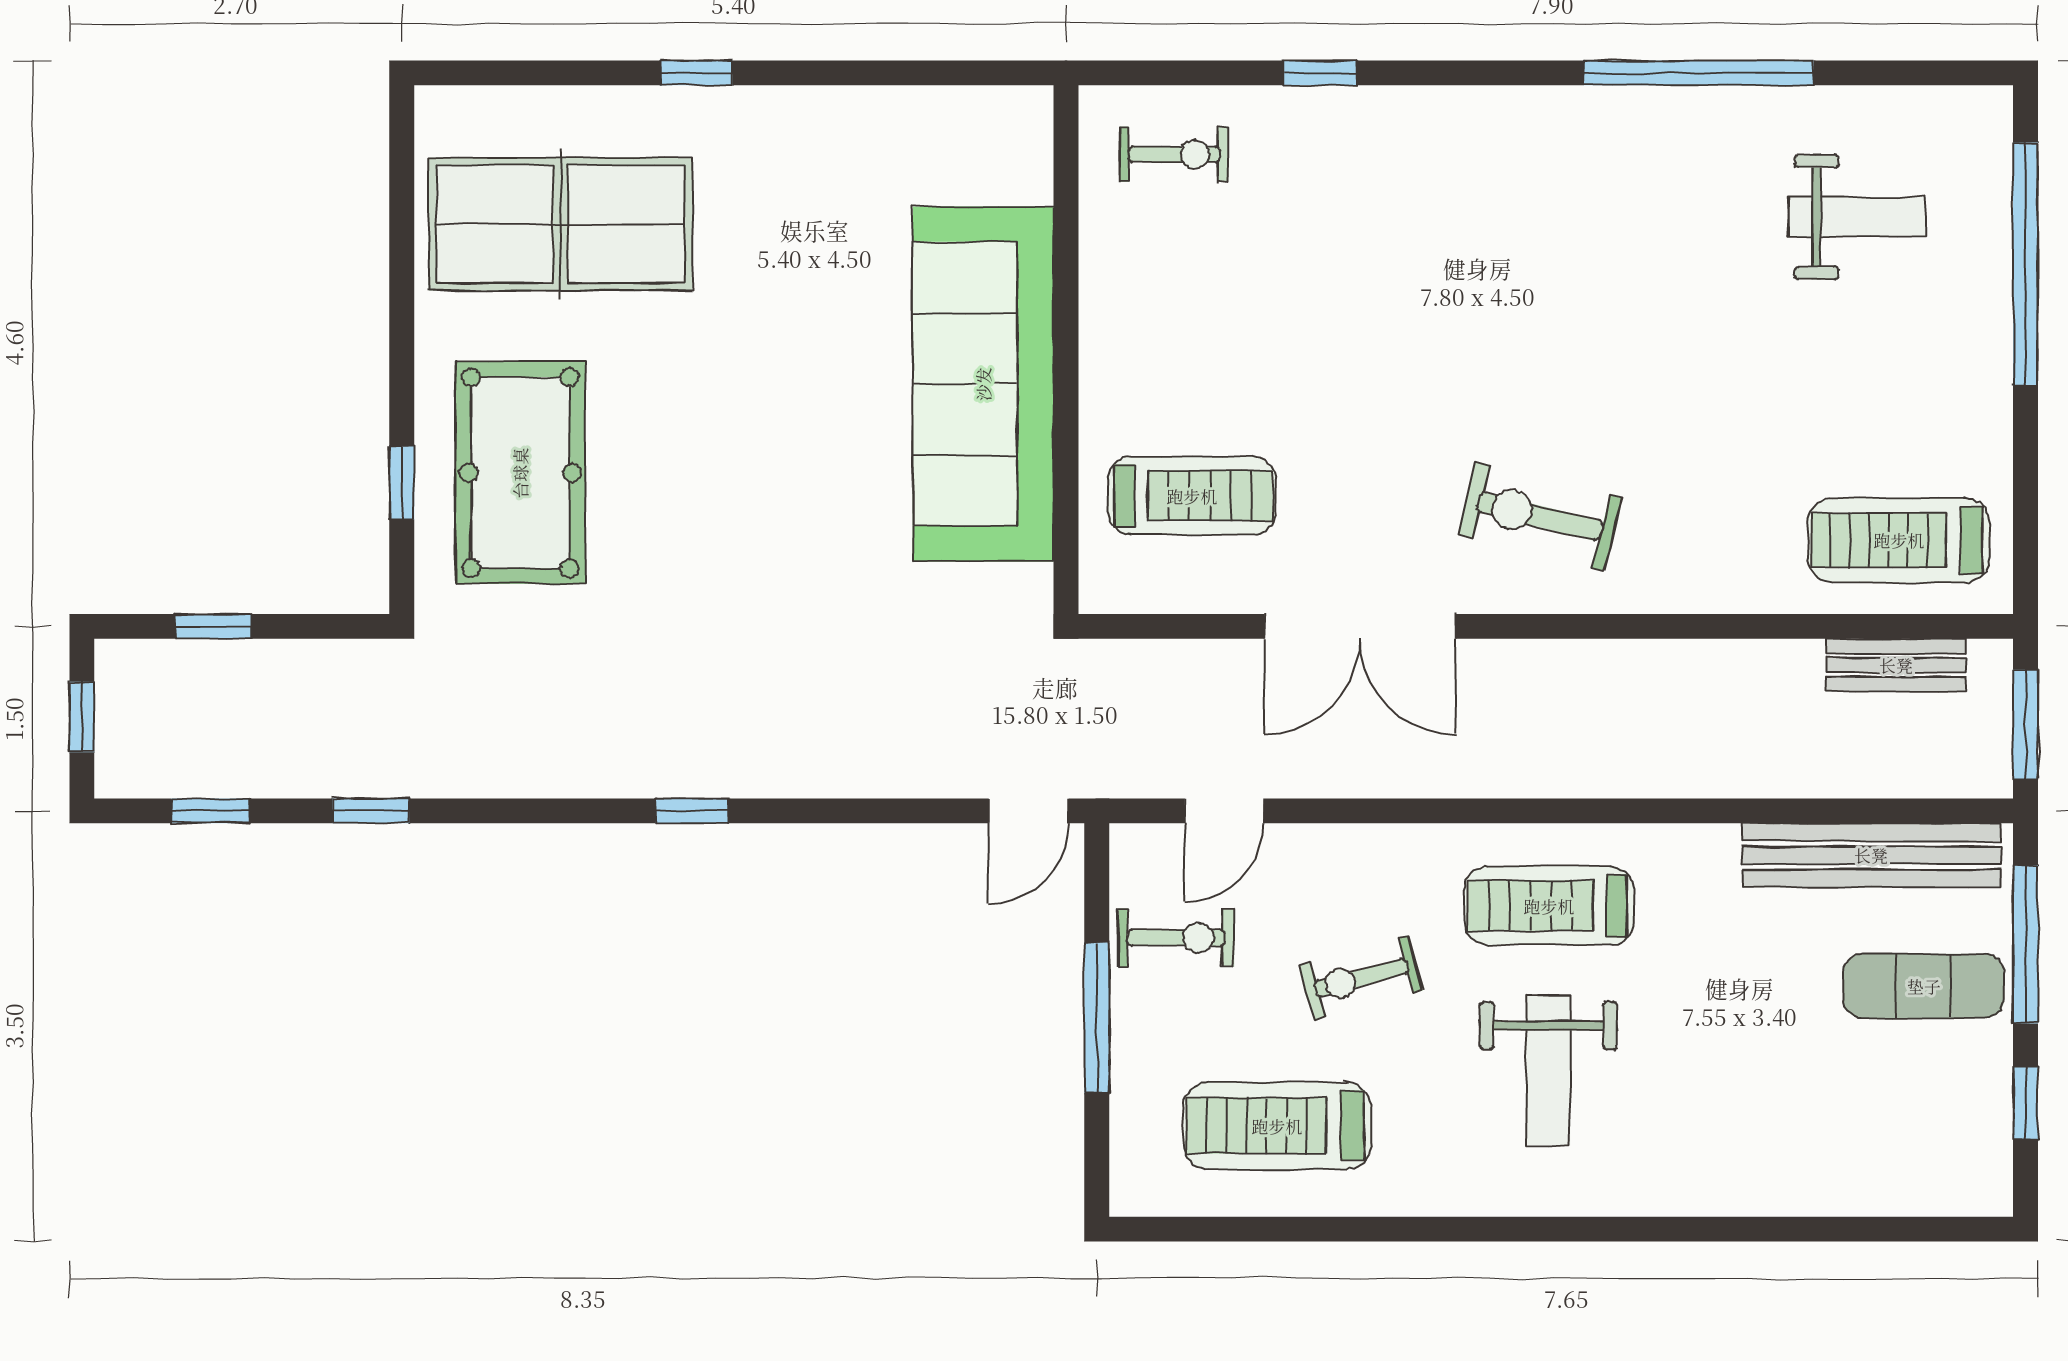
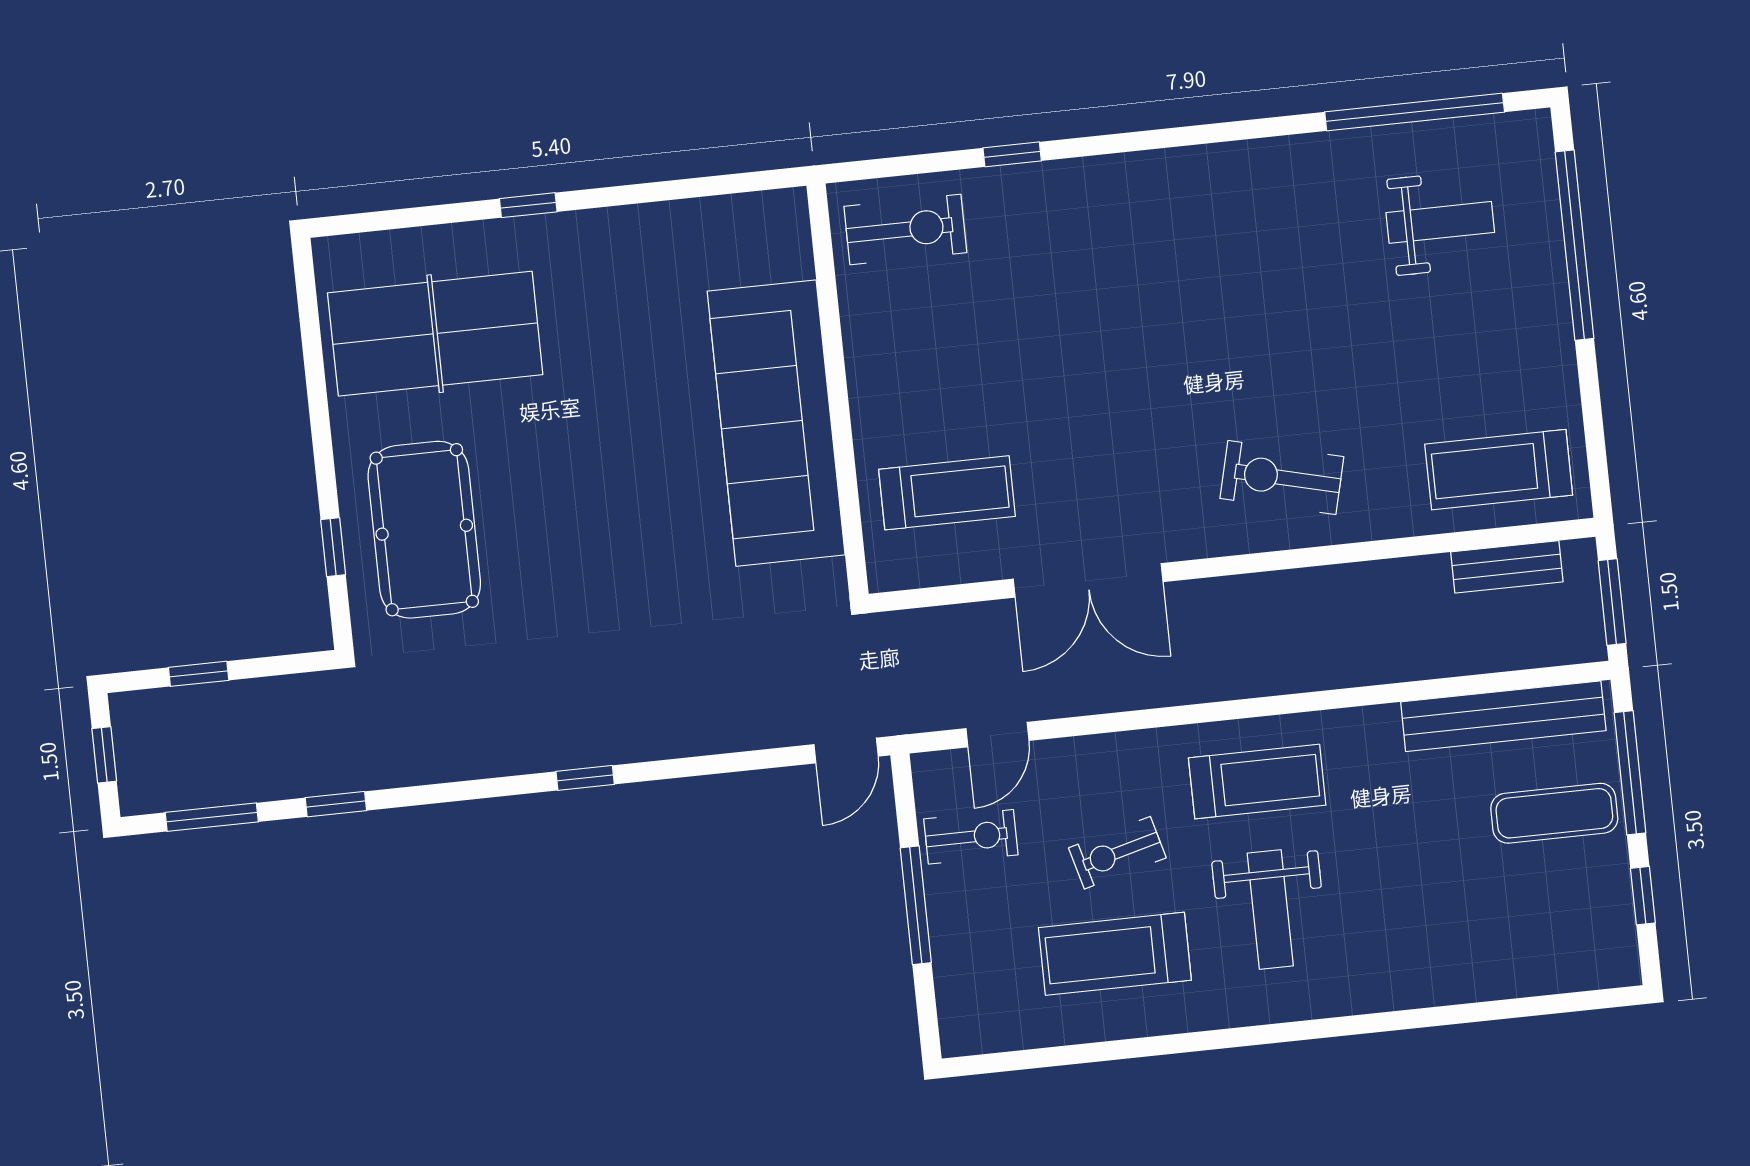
window: (1699, 73) -> (1415, 112), moved
exercise bike: (1174, 154) -> (905, 229), width x1.38, depth x1.39
exercise bike: (1540, 516) -> (1282, 478), moved
window: (211, 811) -> (212, 817), width x1.50
treadmill: (1549, 906) -> (1257, 782), turned 180
treadmill: (1277, 1126) -> (1115, 954), moved

